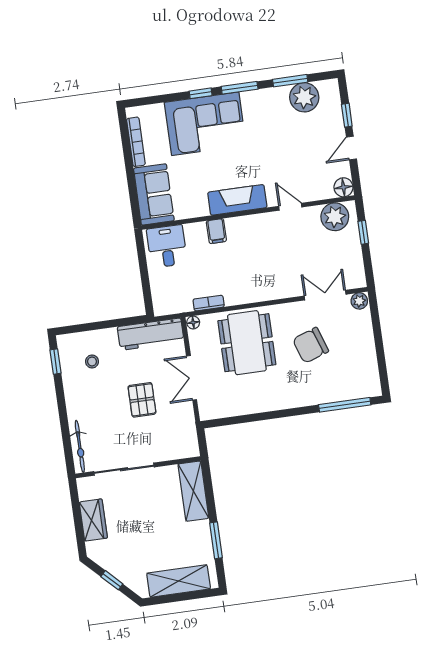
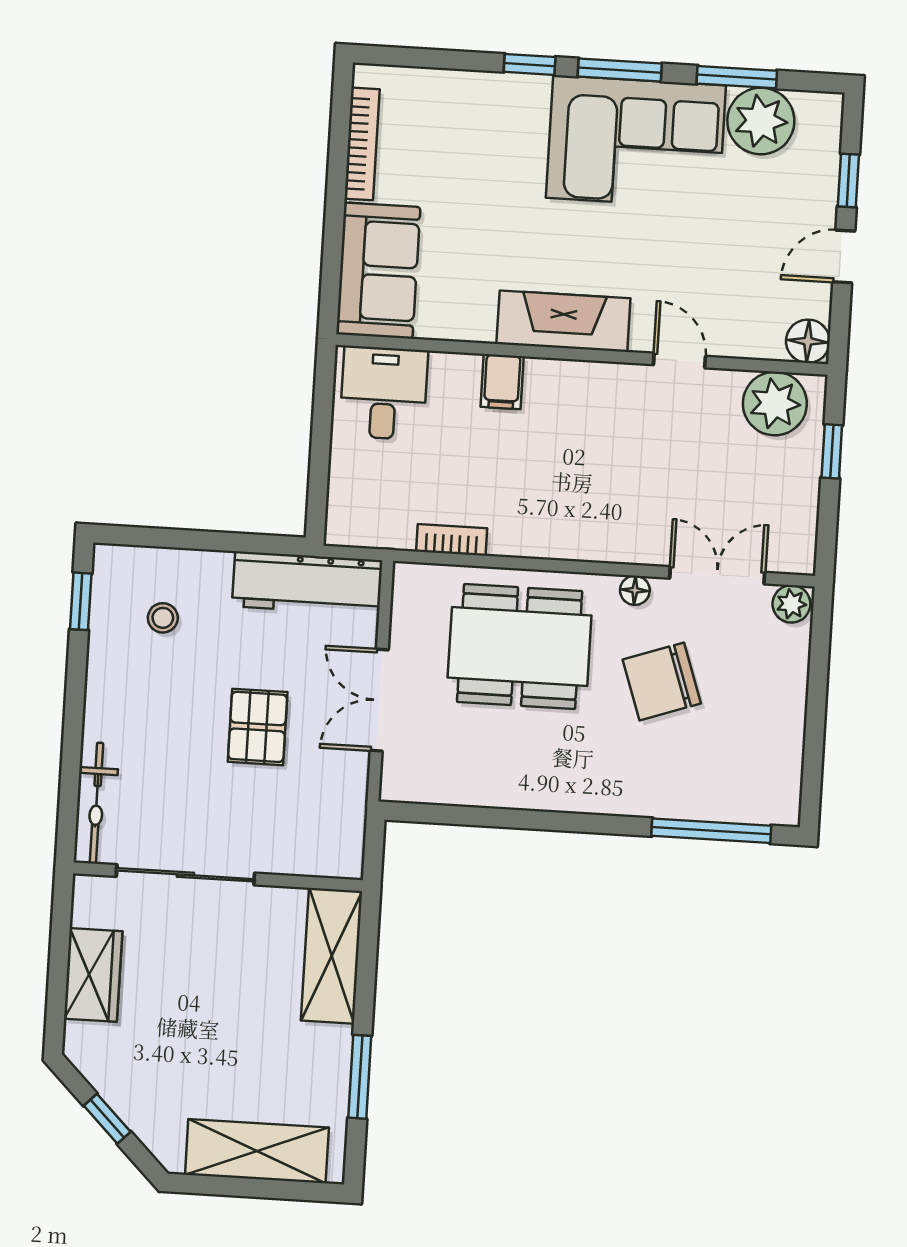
corner sofa: (205, 124) -> (636, 142), moved
floor lamp: (193, 322) -> (635, 590), moved
dining table: (247, 343) -> (520, 646), turned 90

